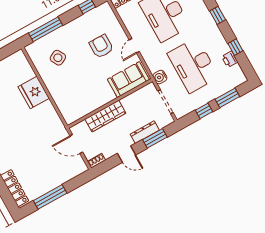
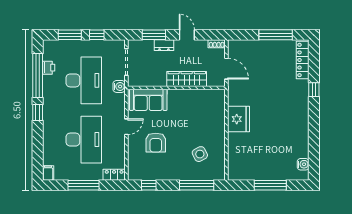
window: (235, 47) -> (38, 76), width x3.17
fridge: (34, 92) -> (238, 119), moved
dresser: (145, 132) -> (164, 45), width x0.70

